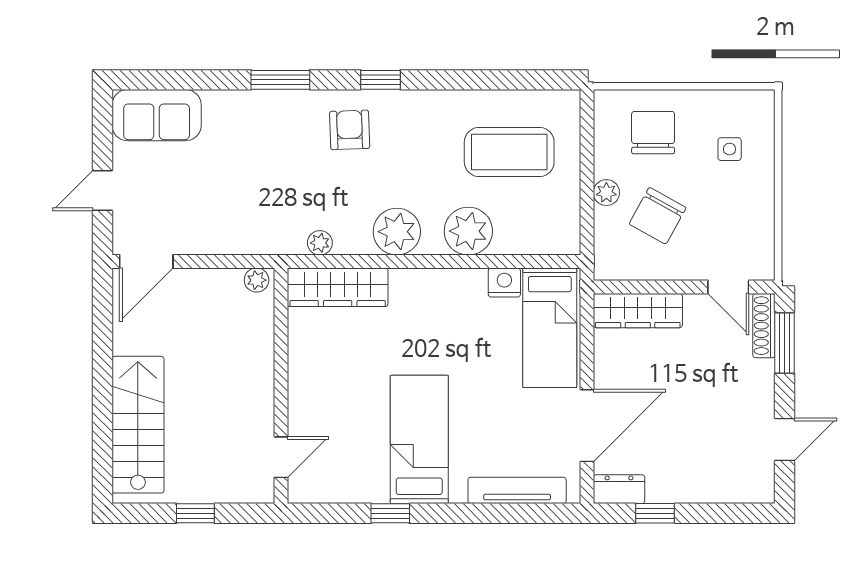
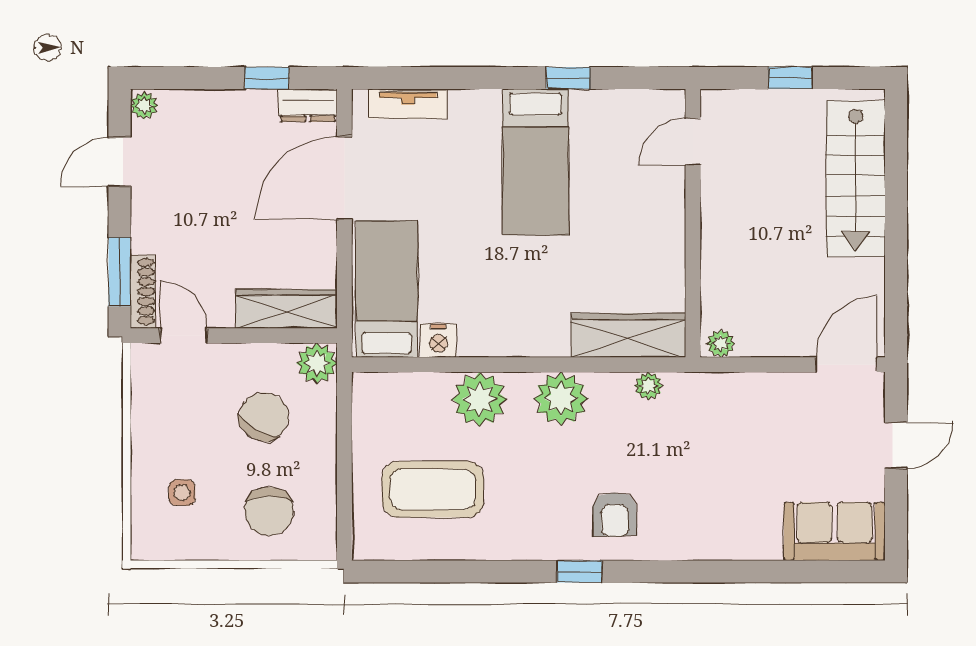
window: (280, 80) -> (693, 571), removed
plant: (606, 193) -> (317, 363), moved, width x1.38, depth x1.38
plant: (763, 489) -> (144, 106), added
tv unit: (517, 490) -> (408, 104), width x0.71

